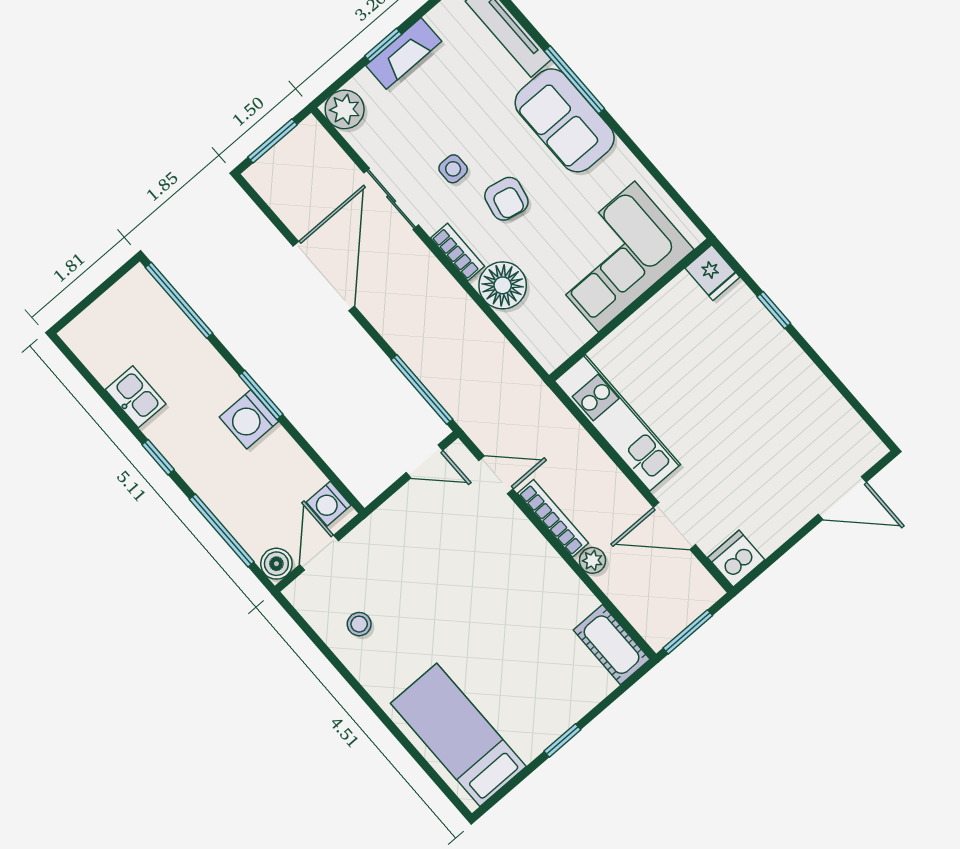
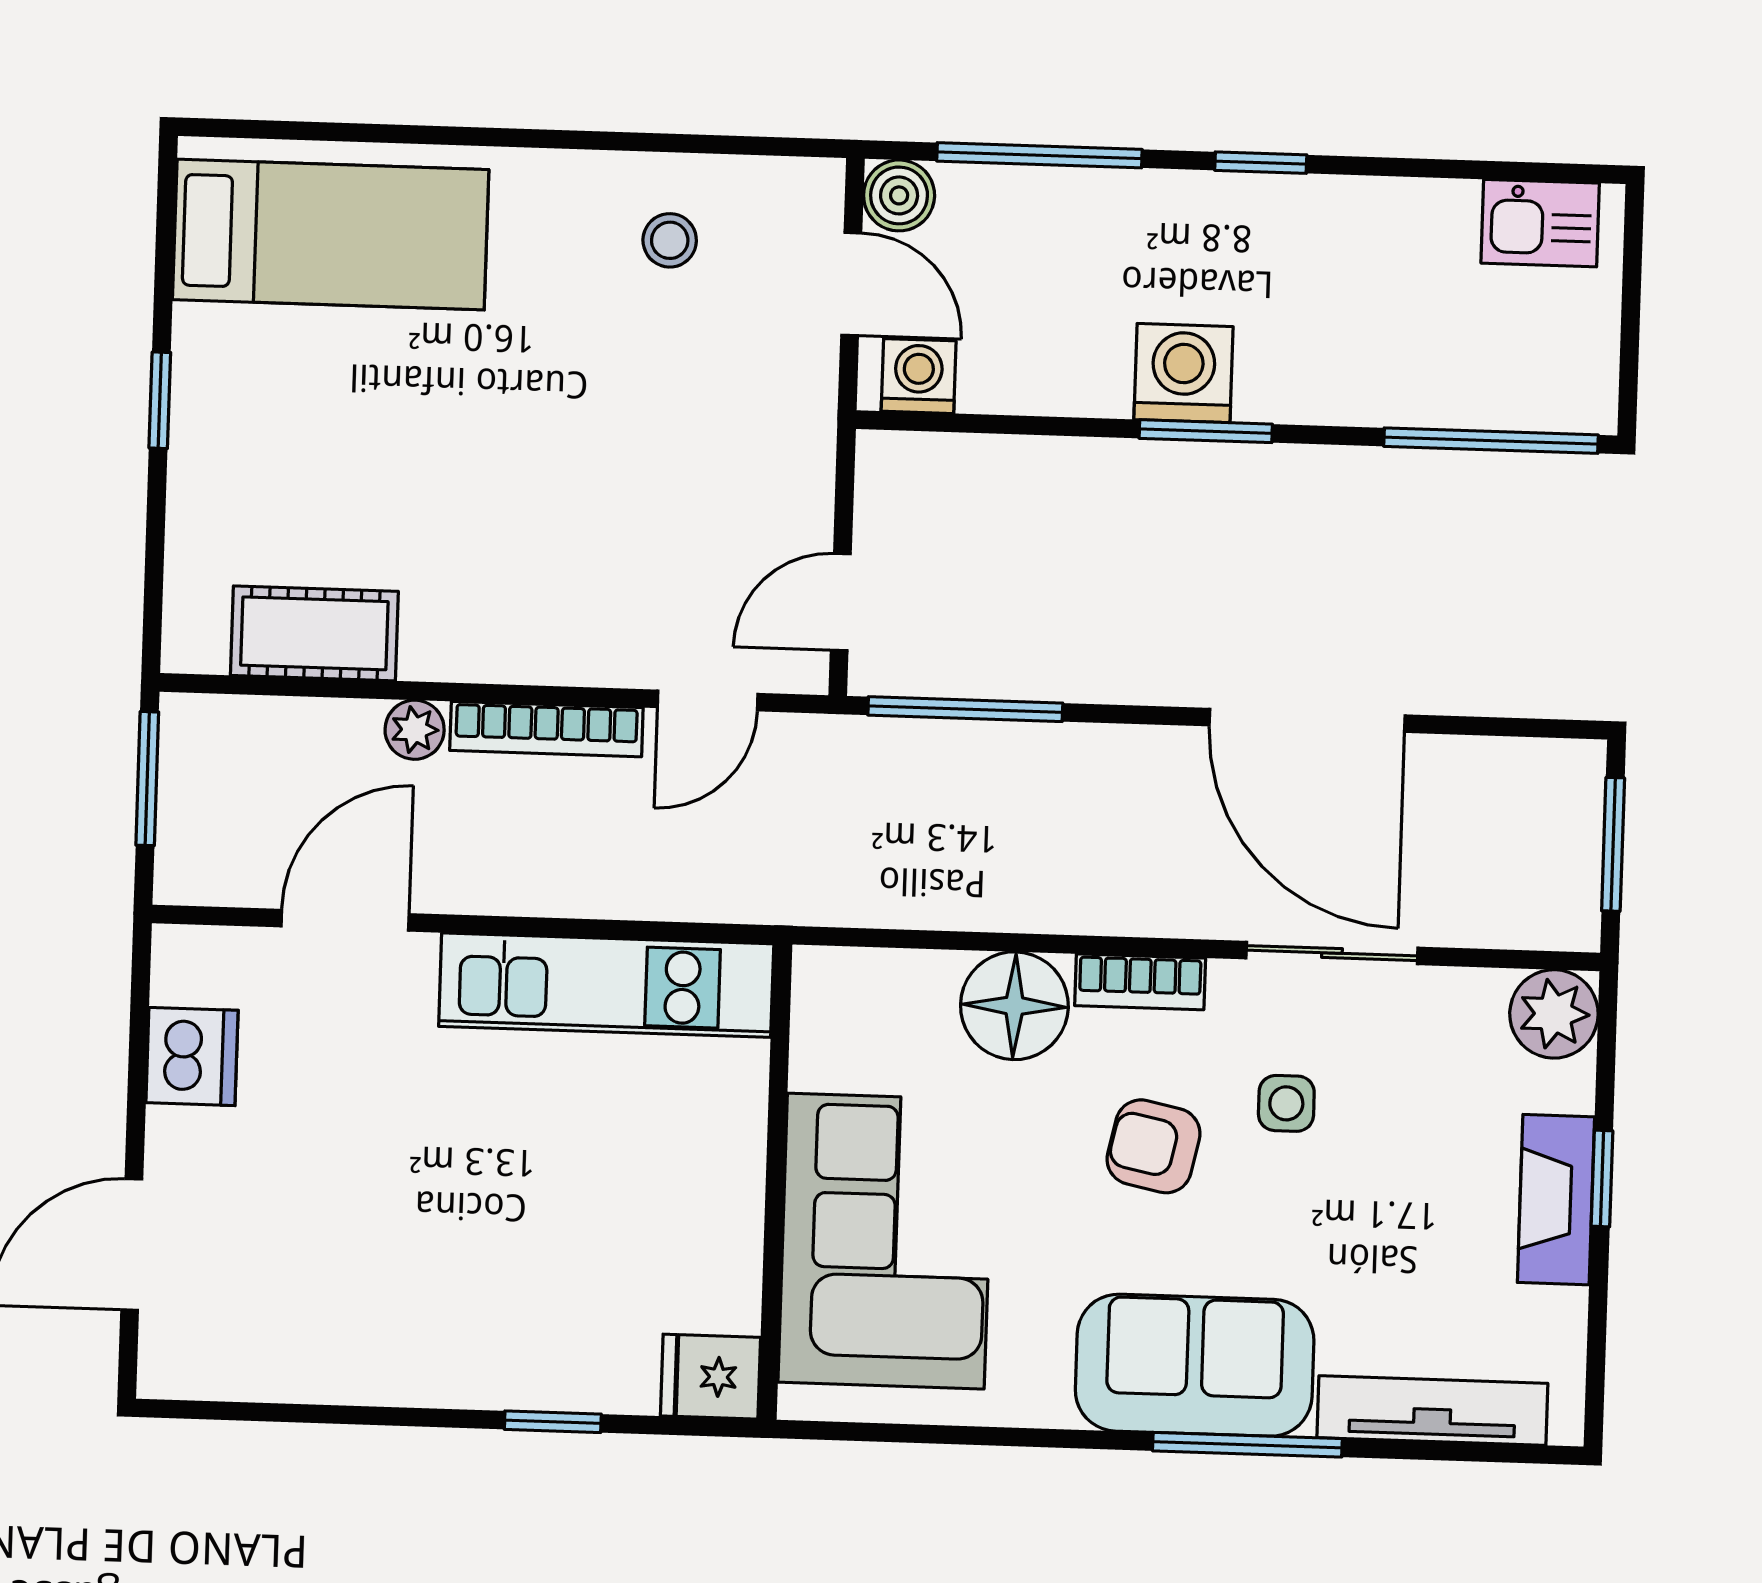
kitchen sink: (136, 397) -> (1540, 223), moved
dishwasher: (736, 559) -> (192, 1057), moved
cot: (612, 645) -> (314, 633), moved

